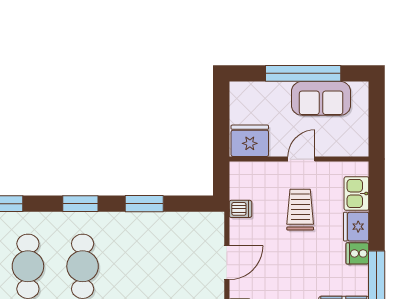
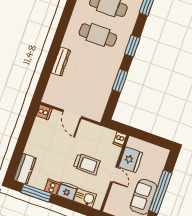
fridge: (250, 141) -> (131, 160), moved
dishwasher: (240, 209) -> (120, 139), moved

